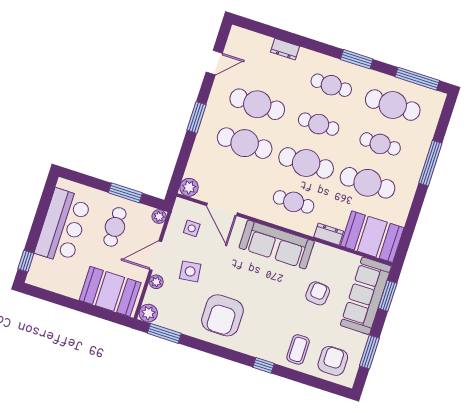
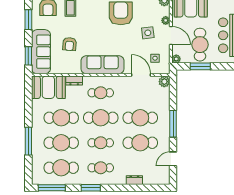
window: (197, 117) -> (173, 124), width x1.44
cafe table: (380, 144) -> (61, 143), width x1.37, depth x1.35
cafe table: (115, 227) -> (200, 45), width x1.37, depth x1.35
door: (156, 256) -> (171, 36), hinge flipped

